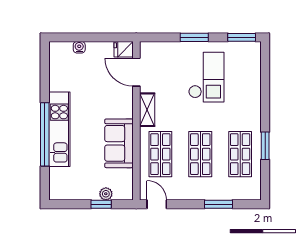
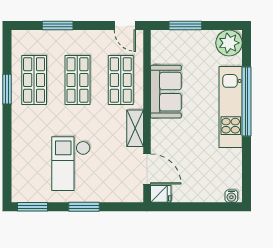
water cooler: (79, 47) -> (231, 196), moved
plant: (106, 194) -> (229, 43), moved, width x1.87, depth x1.87
window: (101, 204) -> (185, 25), width x1.50

